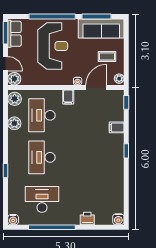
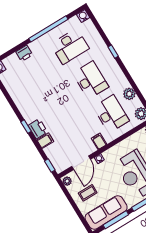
printer: (117, 142) -> (38, 129), added

